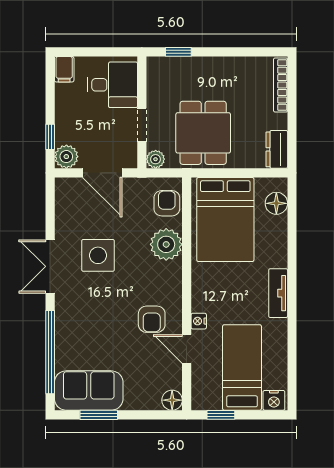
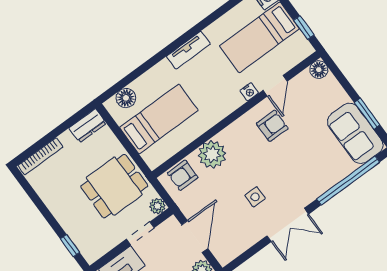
bed: (225, 219) -> (159, 119), width x0.67
side table: (98, 255) -> (255, 197), width x0.54, depth x0.54

